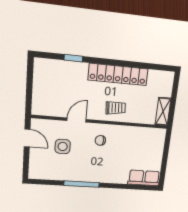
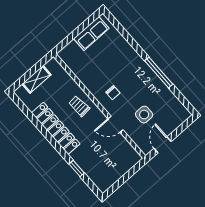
shelving: (163, 112) -> (37, 79), moved
row of seats: (144, 178) -> (91, 33), moved, turned -90

